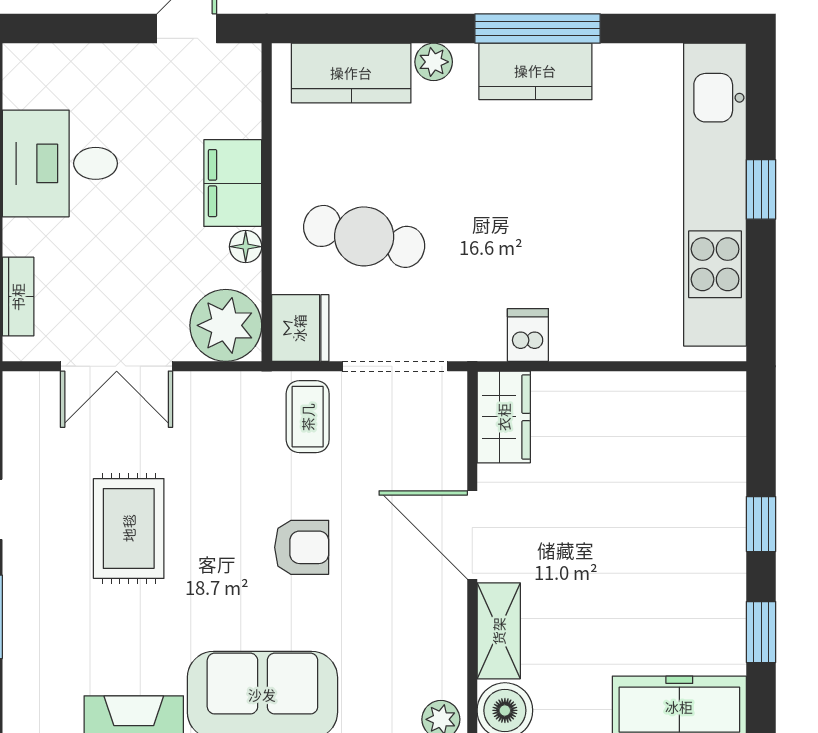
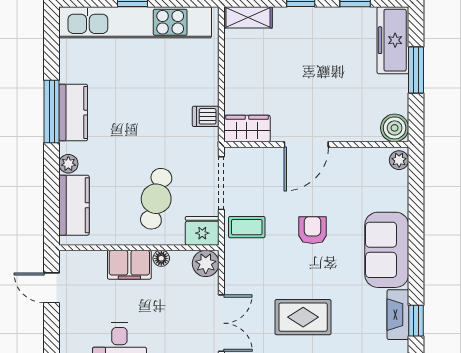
plant: (226, 325) -> (206, 263), width x0.73, depth x0.73
shelving: (499, 631) -> (248, 17), moved

